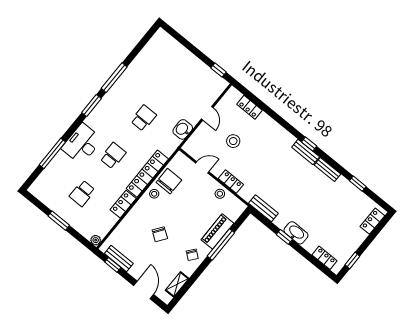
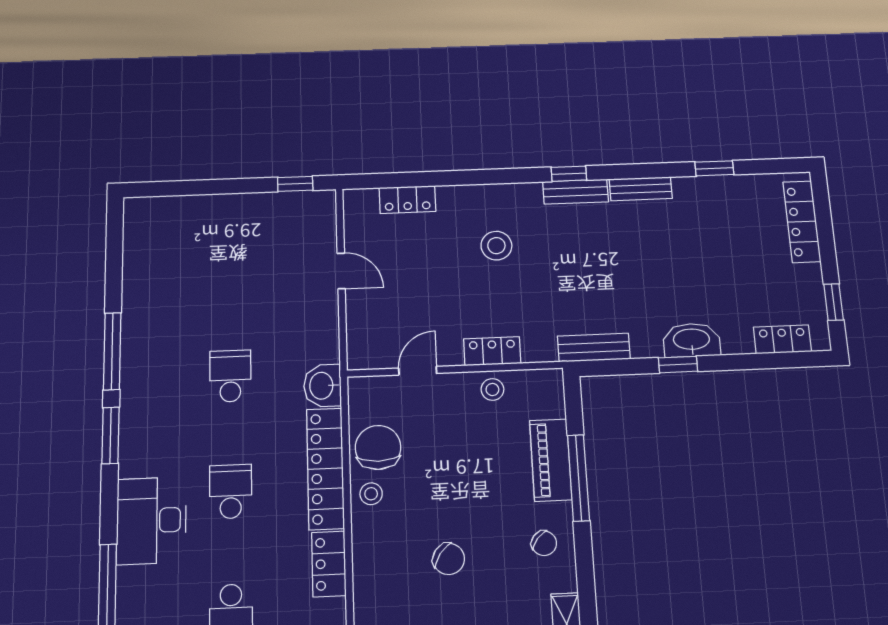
washbasin: (183, 129) -> (322, 386), moved
stool: (233, 141) -> (496, 246), moved
locker: (372, 221) -> (802, 222), width x1.53

